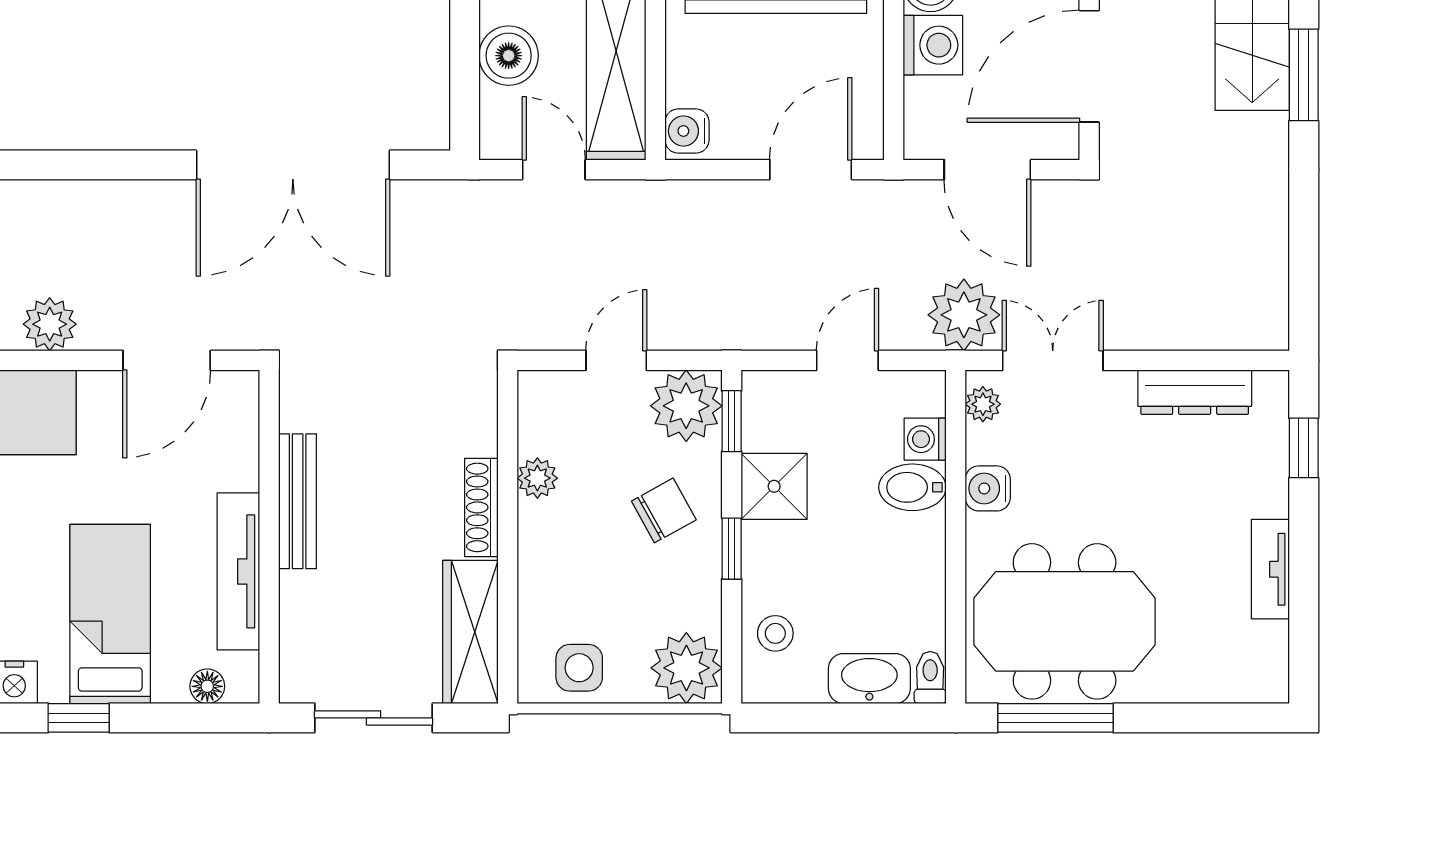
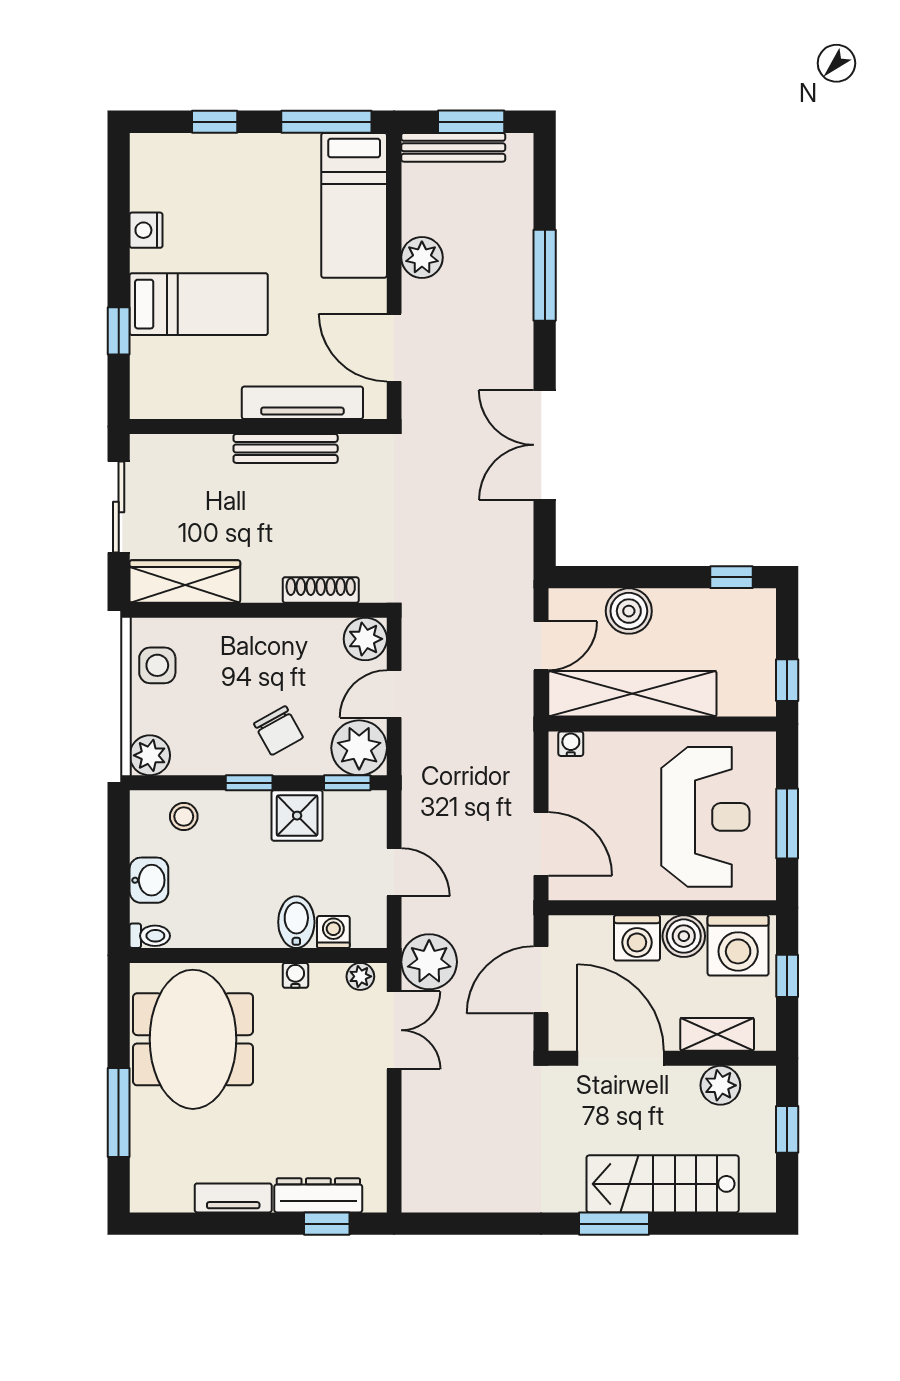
water cooler: (687, 131) -> (571, 744), width x0.72, depth x0.72
window: (73, 165) -> (545, 275), added
double door: (293, 165) -> (545, 445), width x0.73
door: (616, 360) -> (394, 694), swing flipped
dresser: (1195, 392) -> (318, 1195), moved, turned 90
plant: (537, 478) -> (365, 639), moved, width x1.38, depth x1.38
water cooler: (988, 488) -> (295, 975), width x0.72, depth x0.72
shoe rack: (481, 507) -> (321, 590), moved
tv unit: (238, 571) -> (302, 403), moved
plant: (686, 668) -> (150, 755), width x0.73, depth x0.73
washbasin: (869, 679) -> (149, 880), width x0.72
floor lamp: (207, 686) -> (143, 379), removed
window: (79, 718) -> (119, 331), moved
window: (1055, 718) -> (119, 1112), moved

